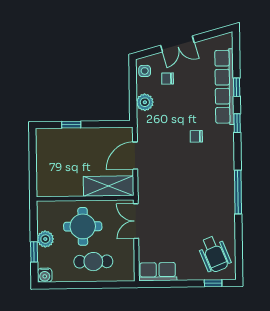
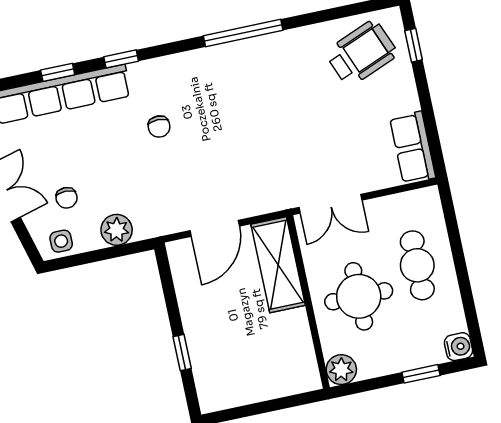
door: (135, 156) -> (215, 228), hinge flipped
plant: (45, 239) -> (341, 370), moved

